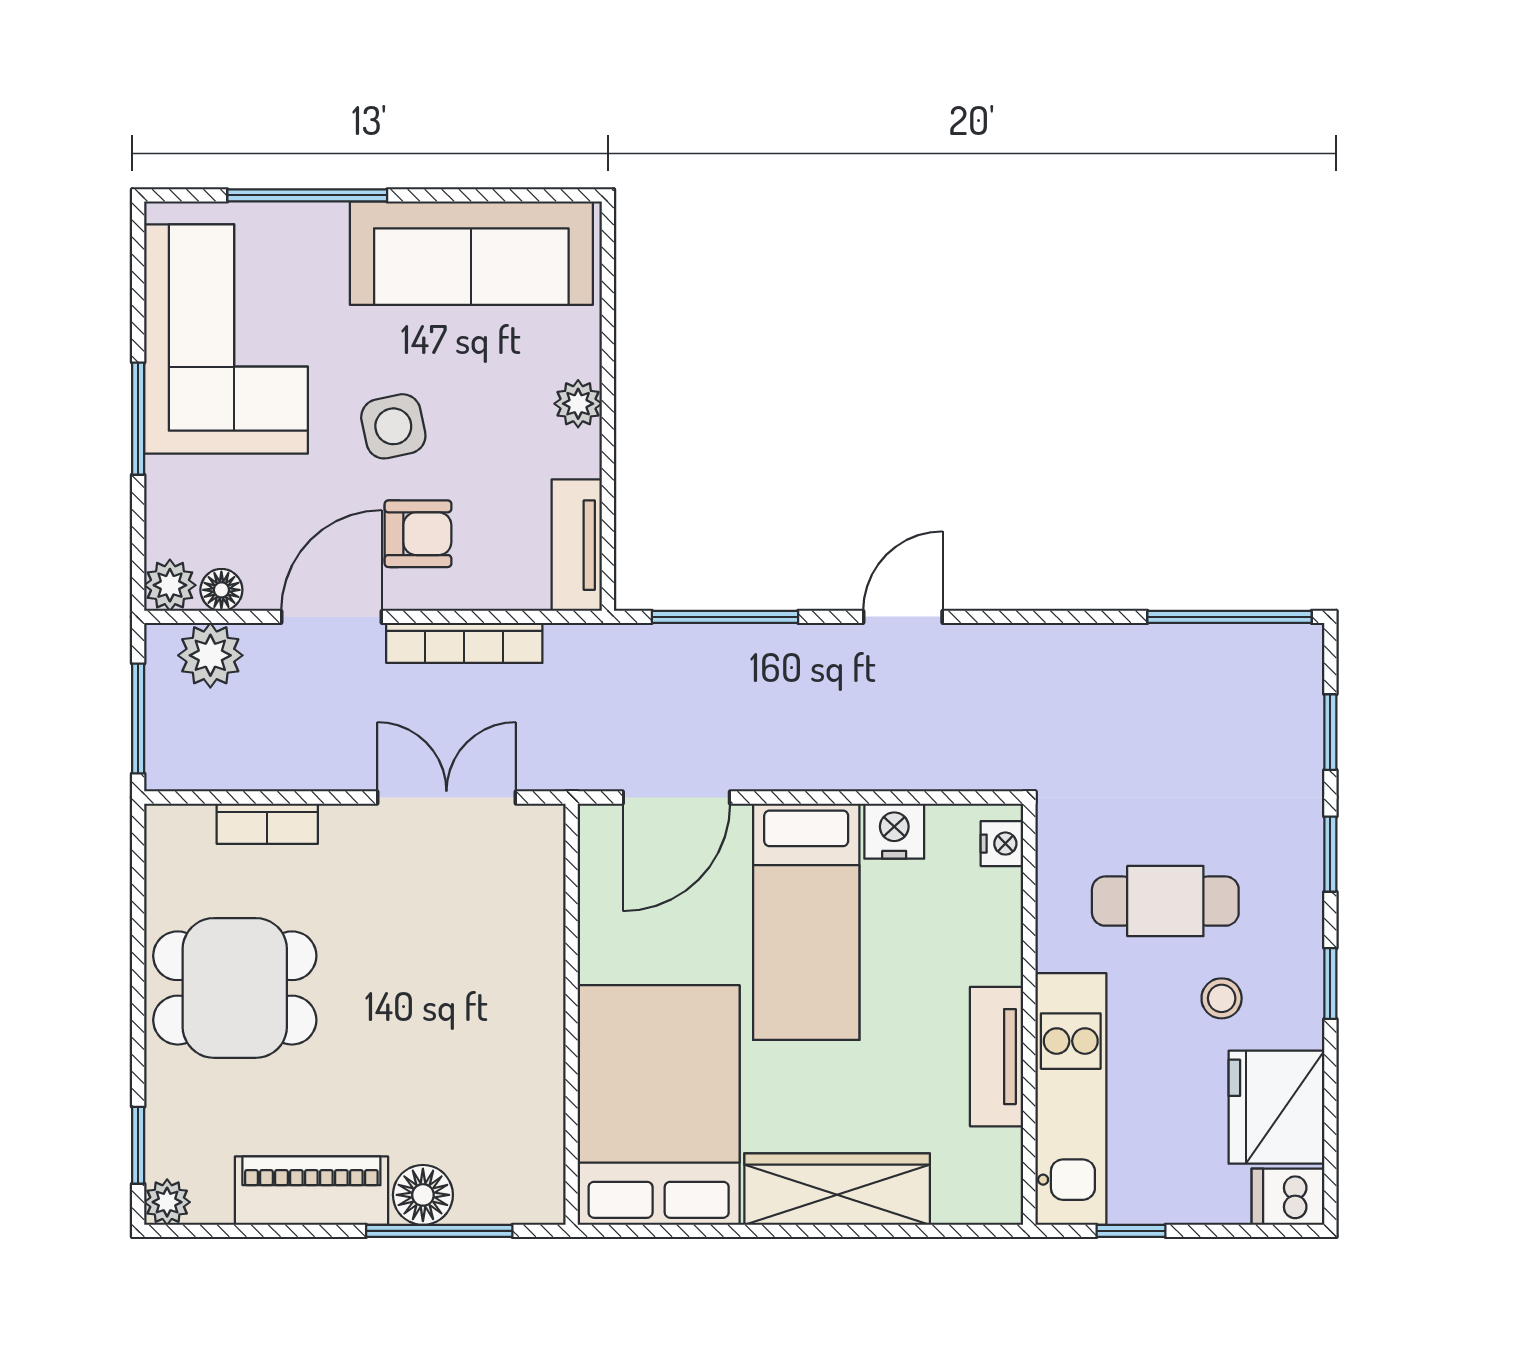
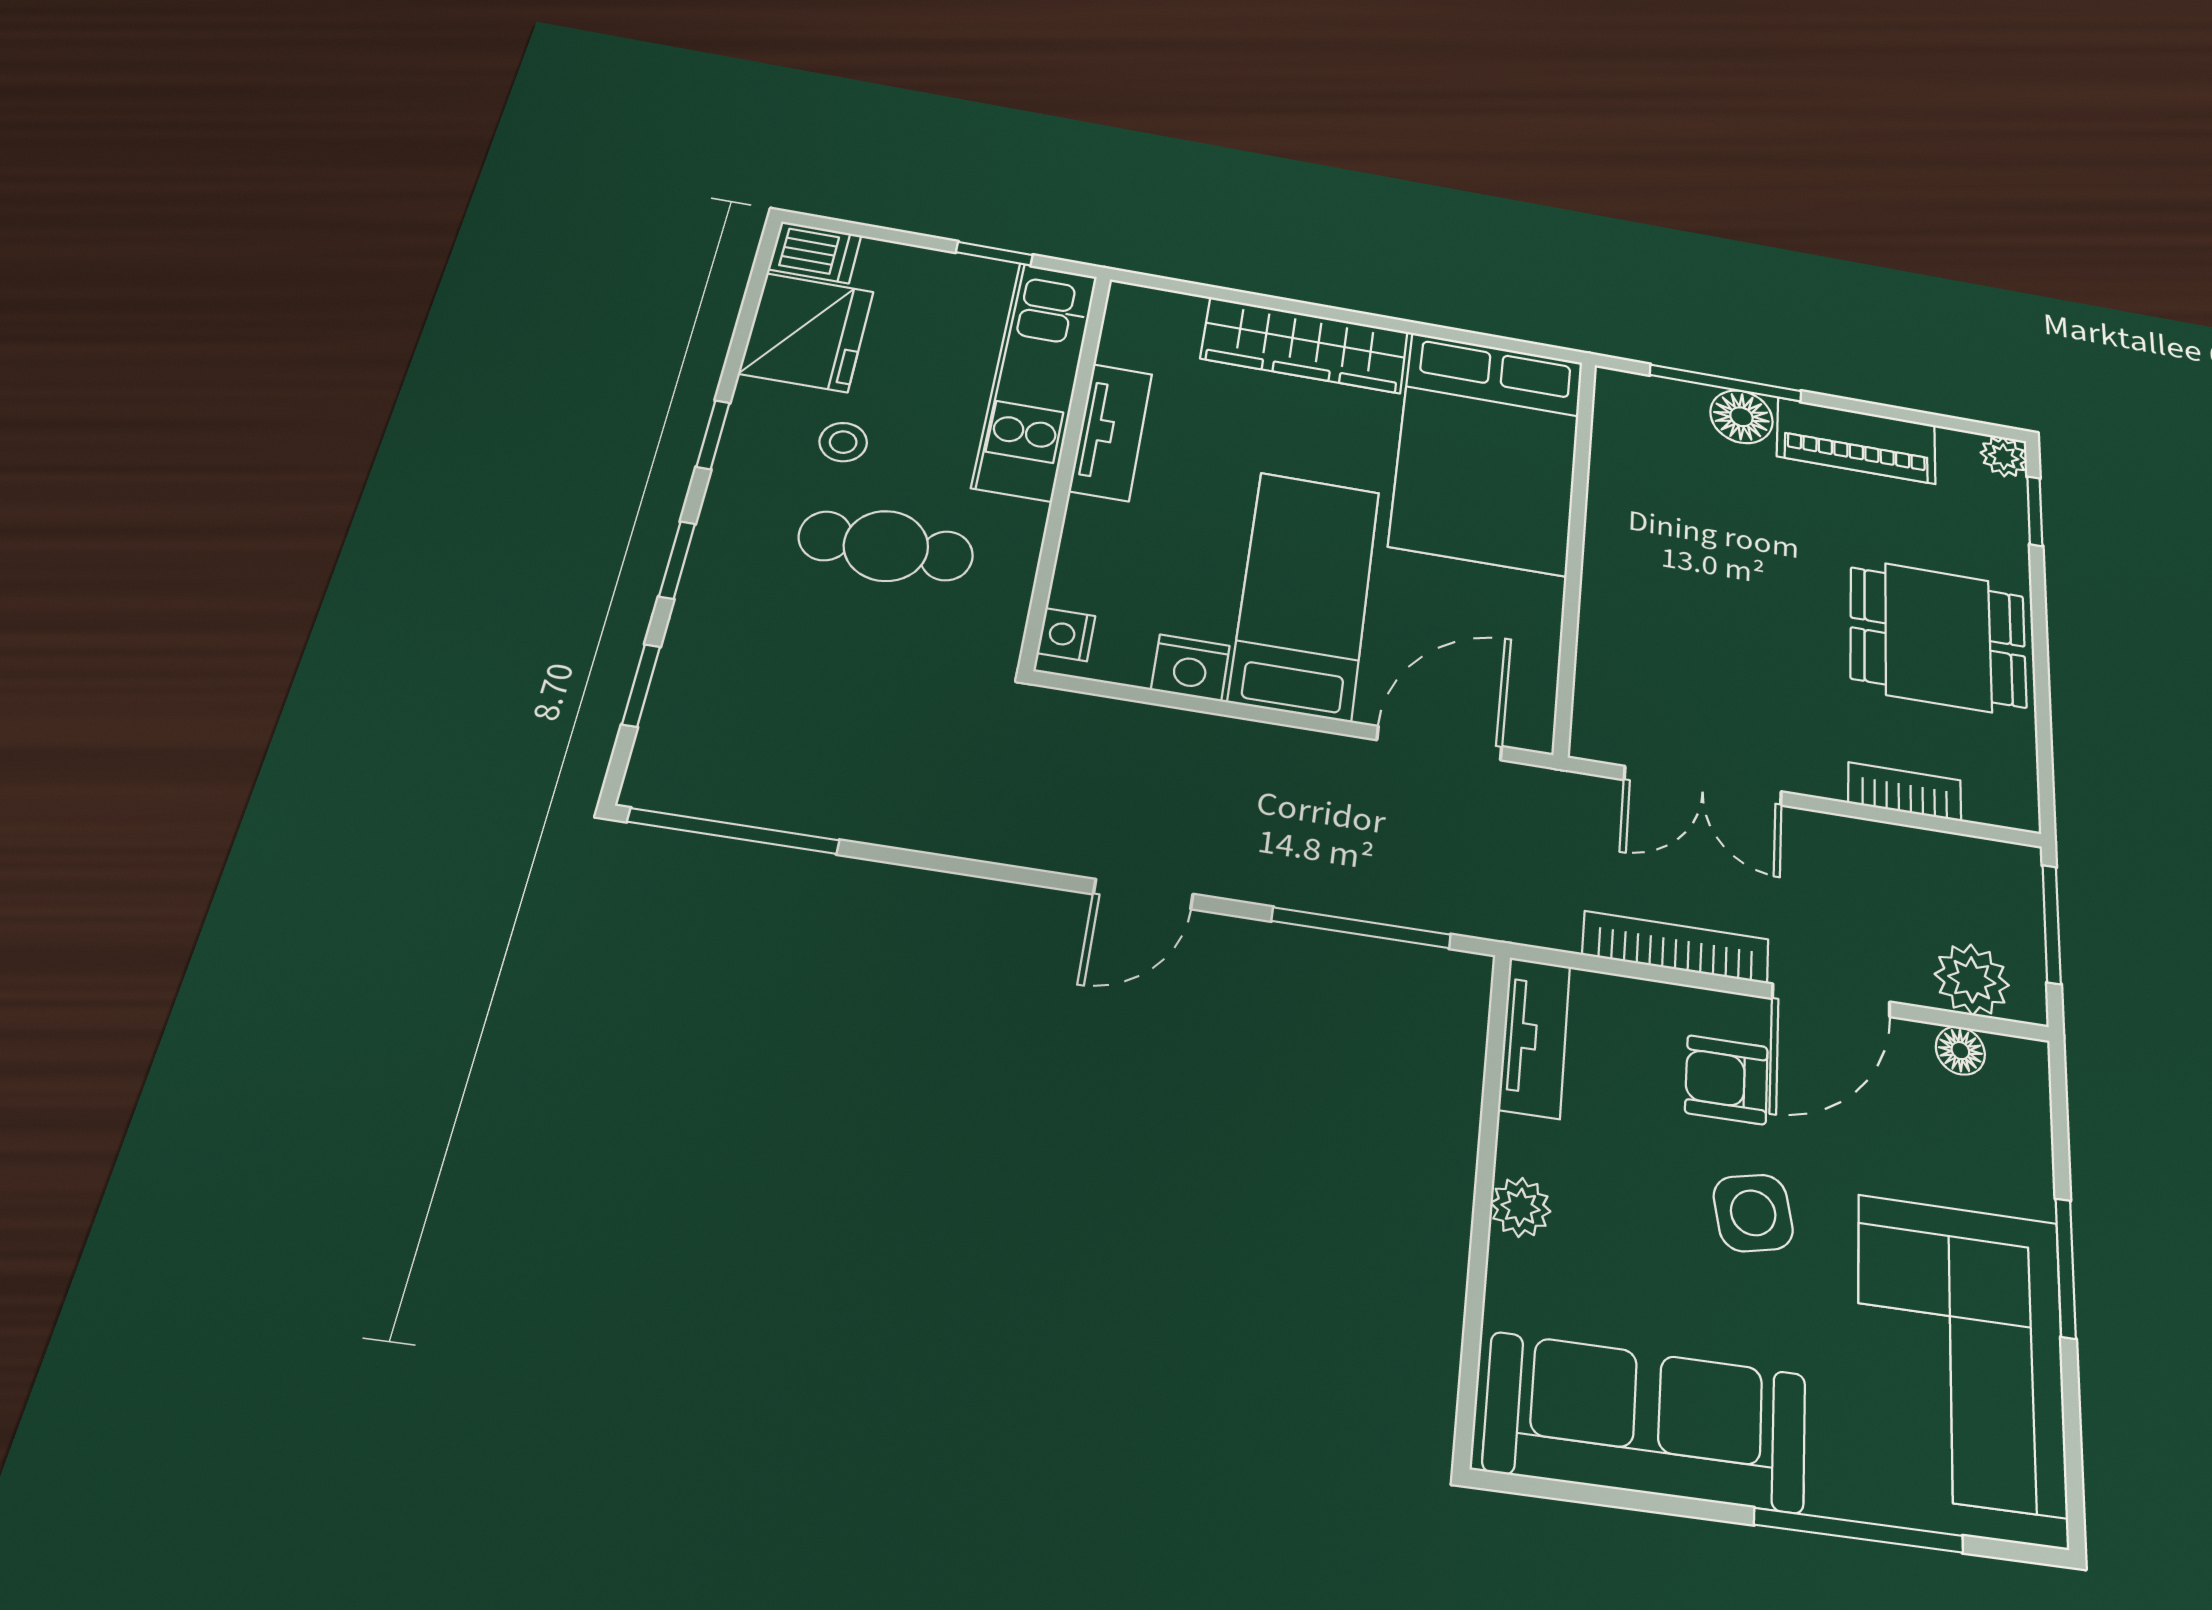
plant: (170, 585) -> (2021, 1065), removed

